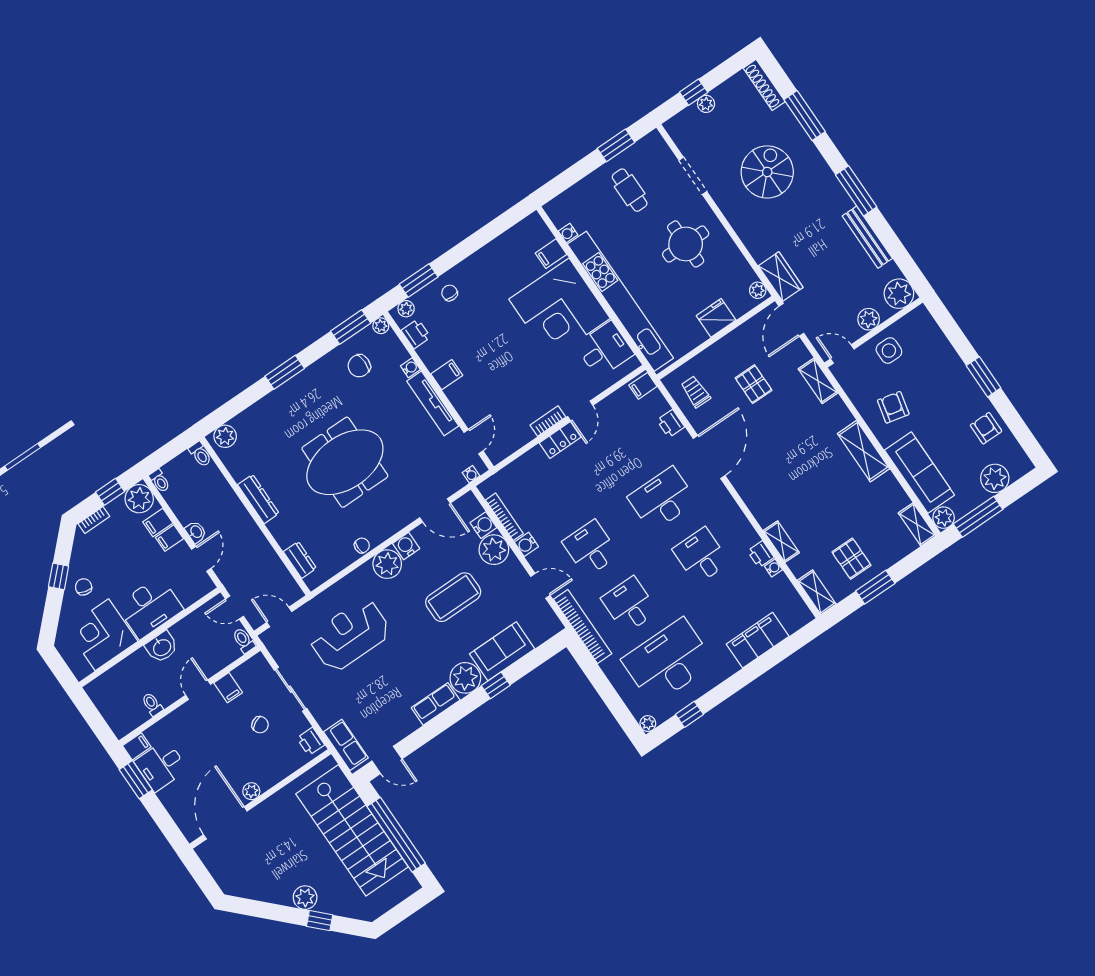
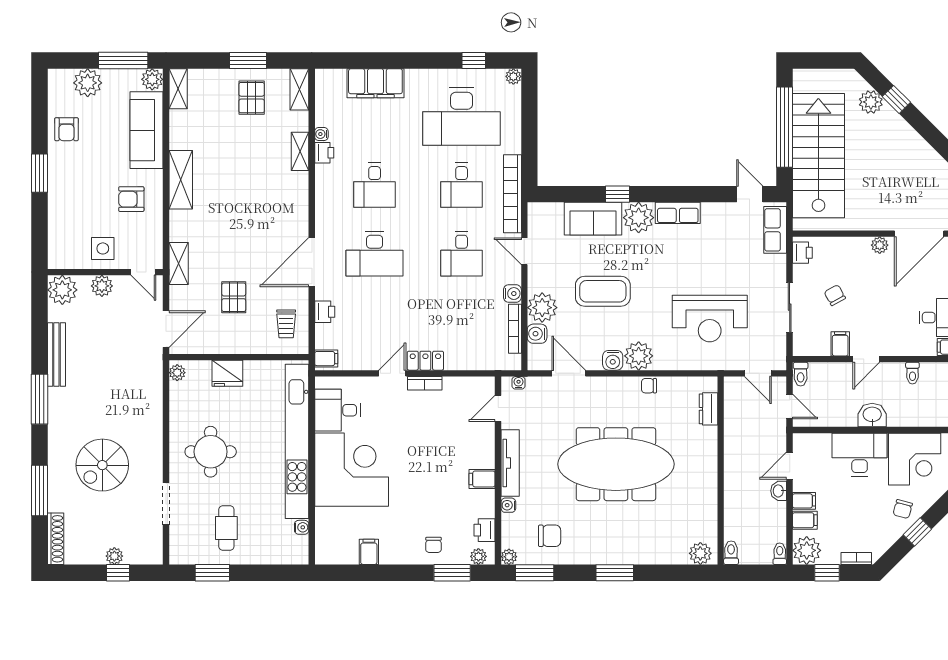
filing cabinet: (551, 254) -> (369, 552), moved, turned -90
wardrobe: (781, 277) -> (150, 371), removed
armchair: (893, 407) -> (131, 199), turned 77
meeting table: (345, 462) -> (616, 464), width x1.36
dresser: (258, 499) -> (708, 483), removed
plant: (305, 898) -> (871, 102), moved

